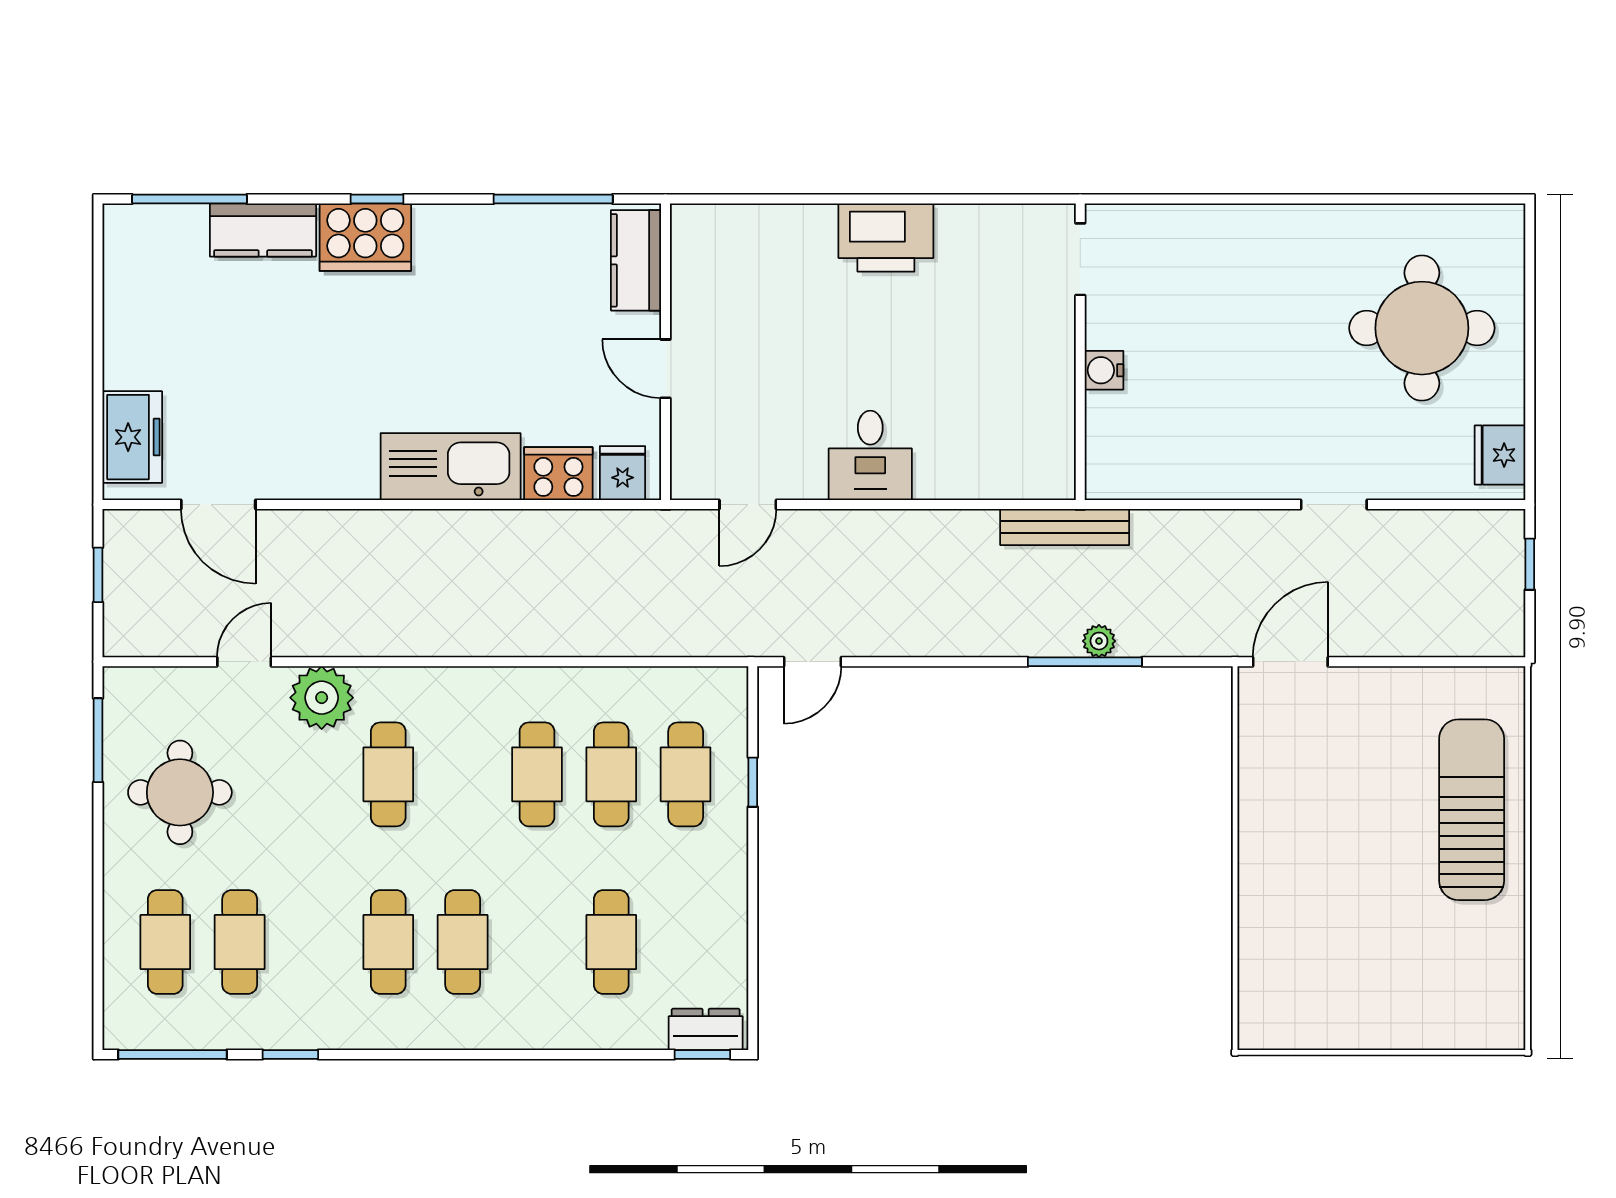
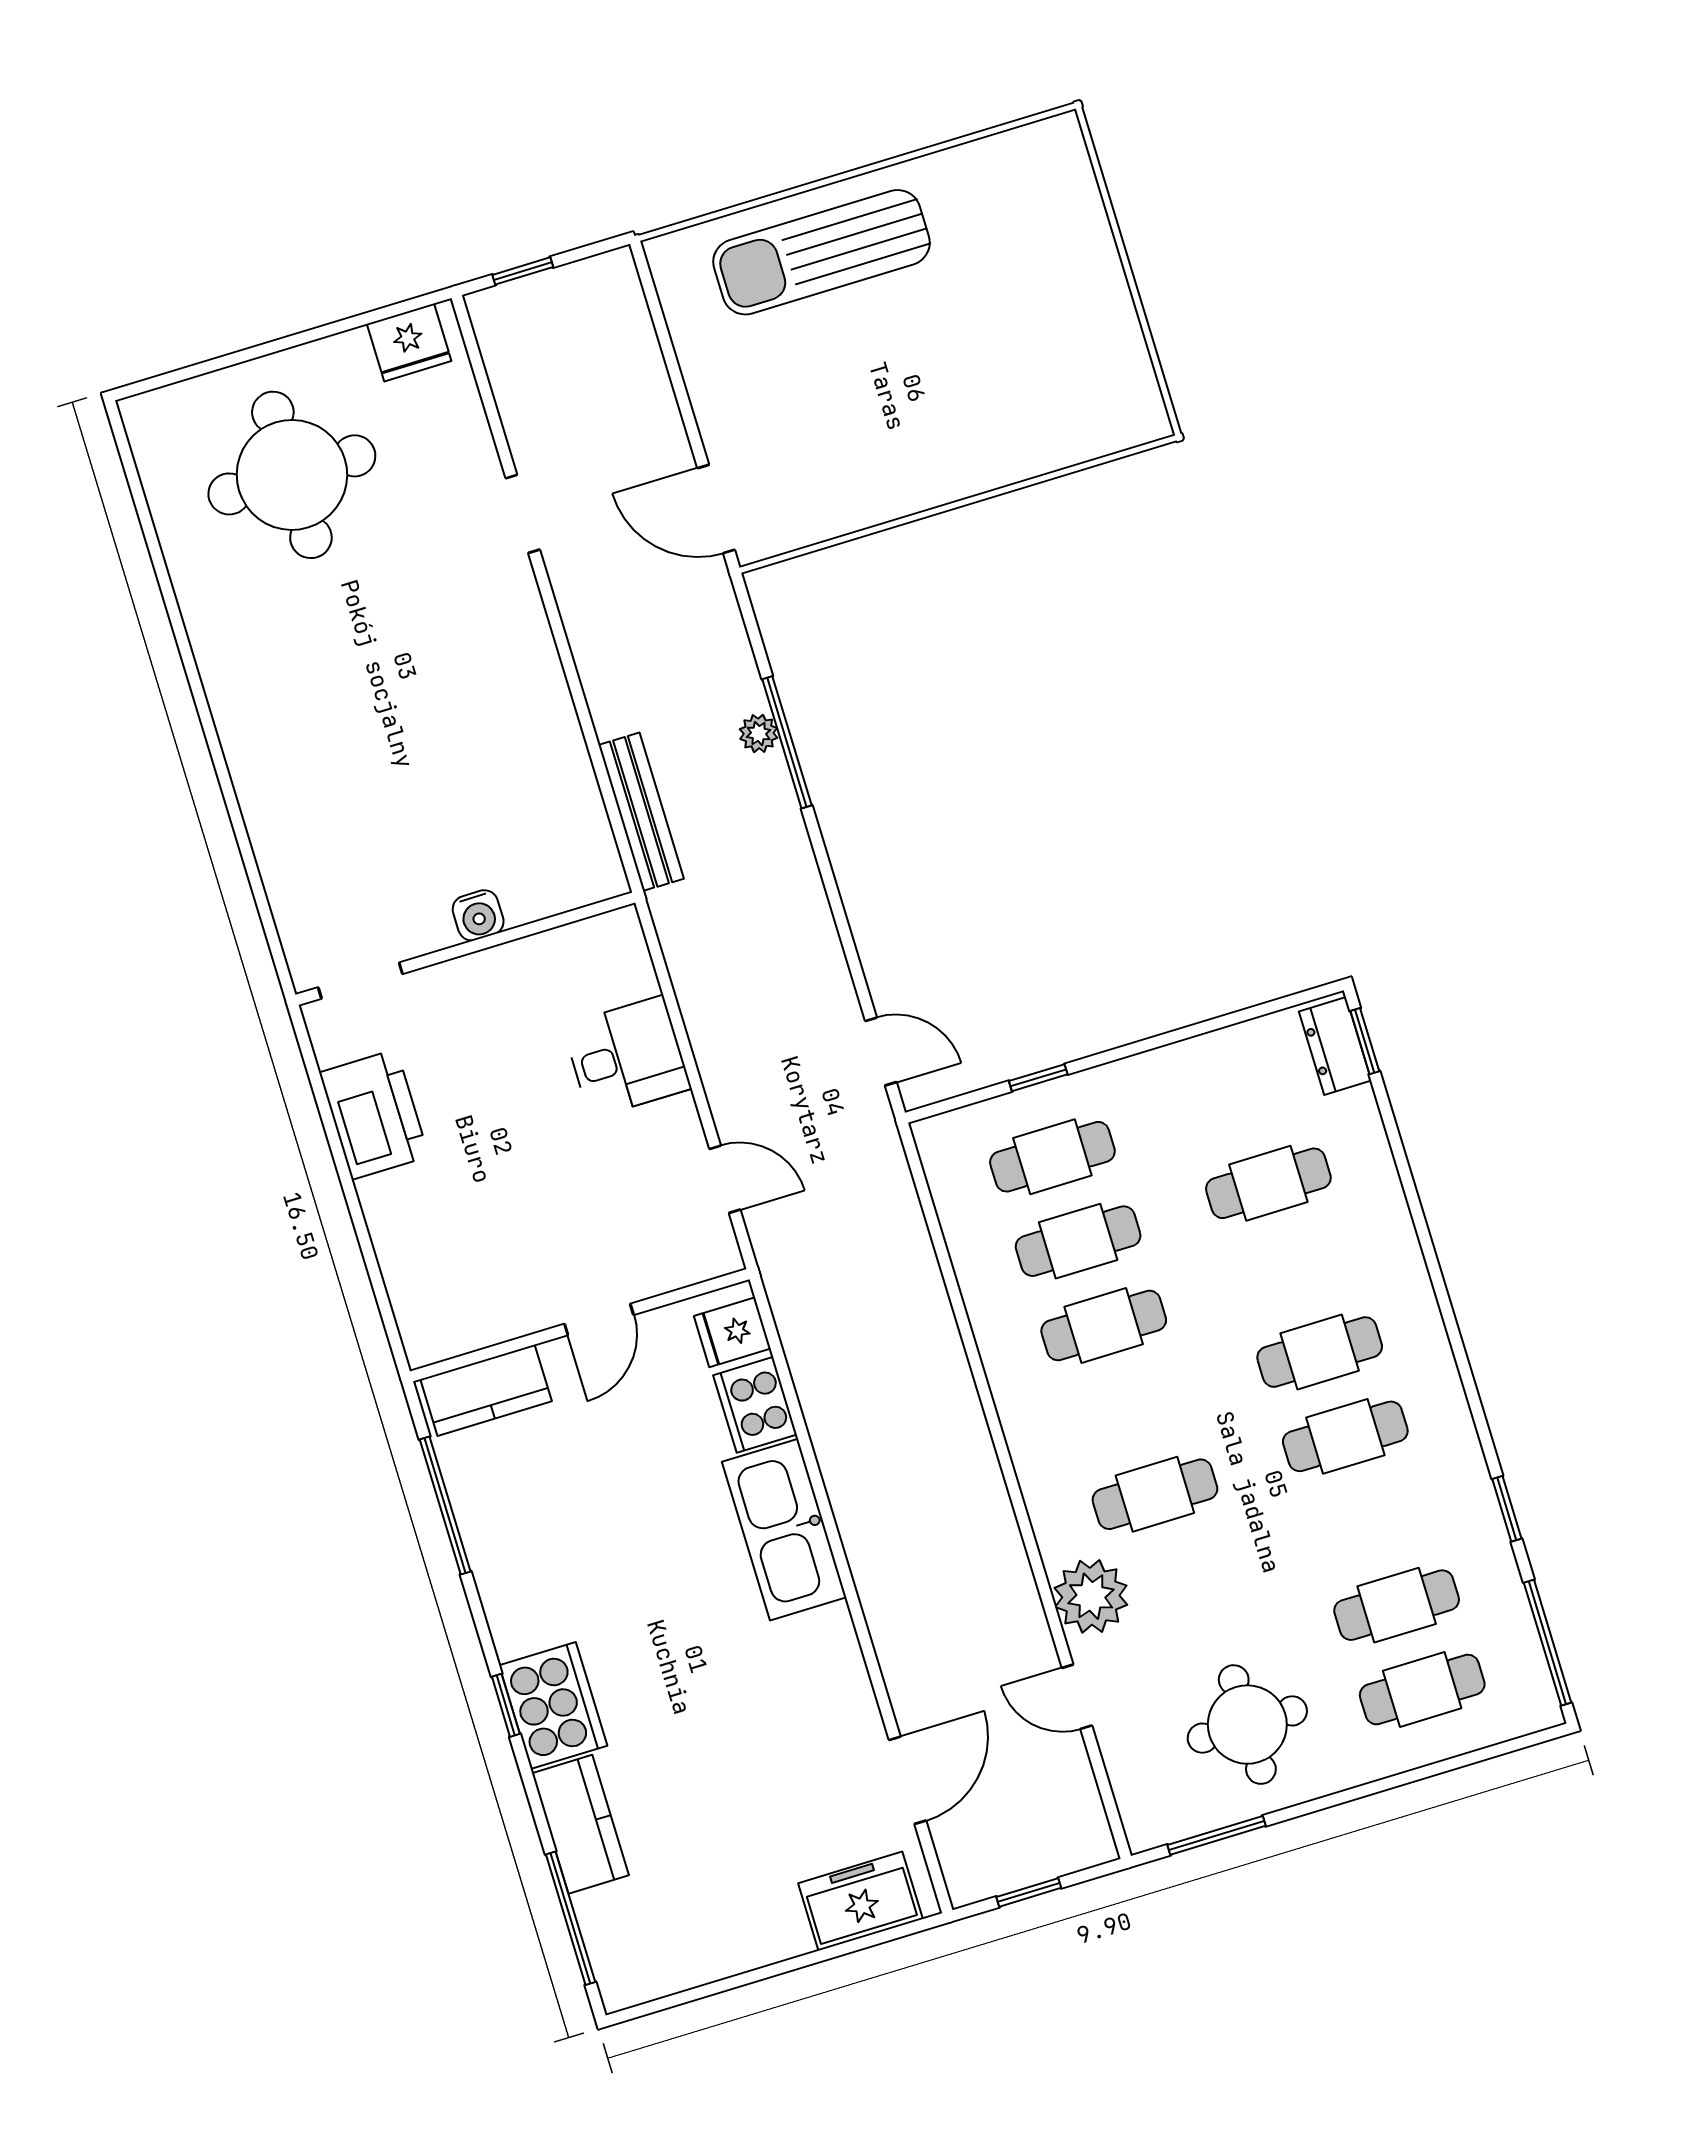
doorway: (1080, 259) -> (360, 981), moved
wall: (1080, 352) -> (465, 949), moved
water cooler: (1104, 370) -> (478, 915), moved

